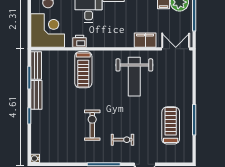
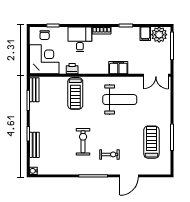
filing cabinet: (145, 40) -> (118, 68), moved
double door: (176, 49) -> (156, 75), swing flipped
weight bench: (134, 77) -> (120, 100), turned -90
bench: (36, 95) -> (34, 145), moved

